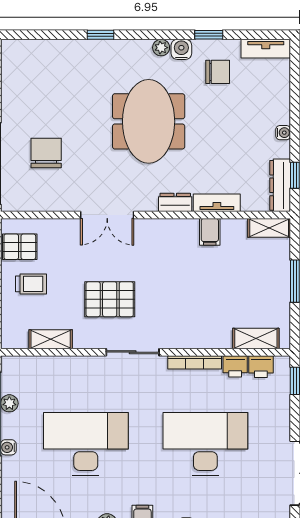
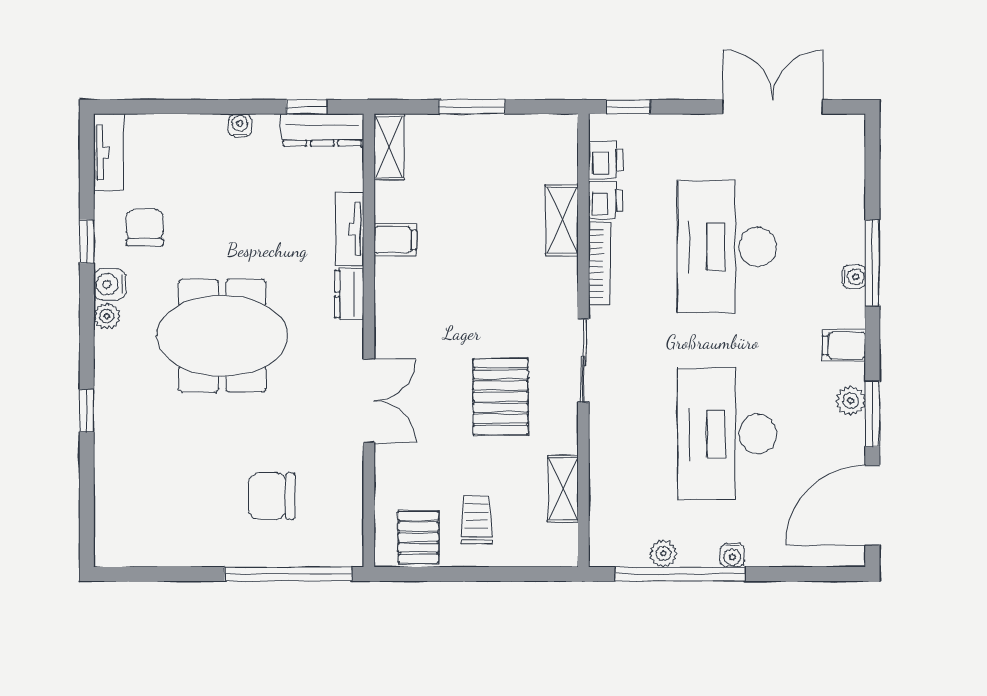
shelving: (256, 339) -> (562, 220), moved

